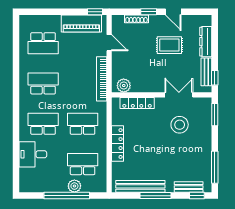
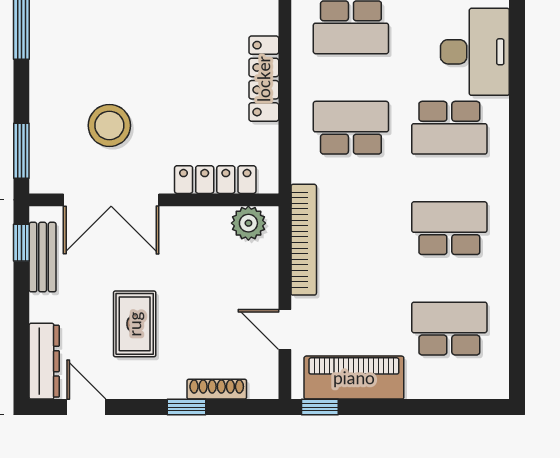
door: (173, 12) -> (86, 407), moved
dresser: (206, 42) -> (44, 361), moved
rug: (169, 45) -> (135, 324), turned 90
school desk: (43, 83) -> (449, 228), turned 180
double door: (179, 95) -> (111, 200), width x1.37
school desk: (83, 124) -> (351, 128), turned 180
desk: (33, 154) -> (475, 52), width x1.37

